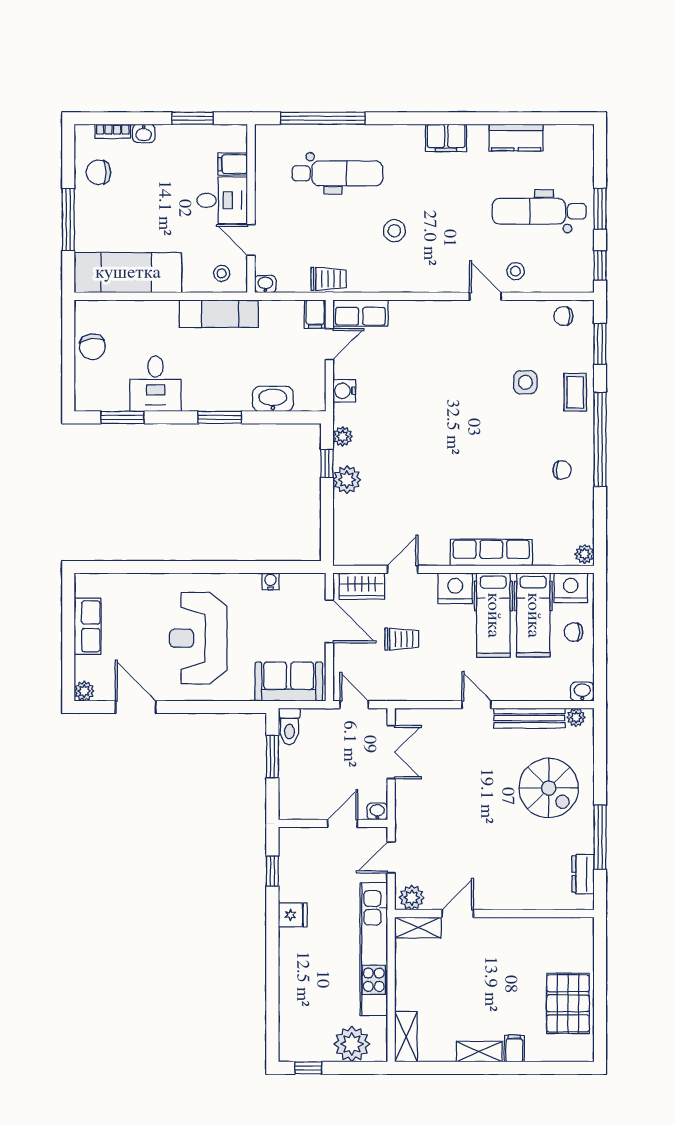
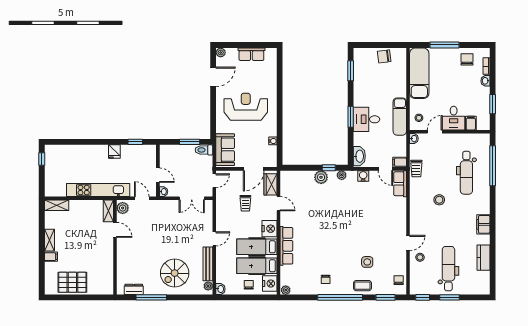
desk: (155, 384) -> (367, 119), moved
washbasin: (273, 399) -> (359, 156), moved
plant: (352, 1044) -> (53, 180), removed

